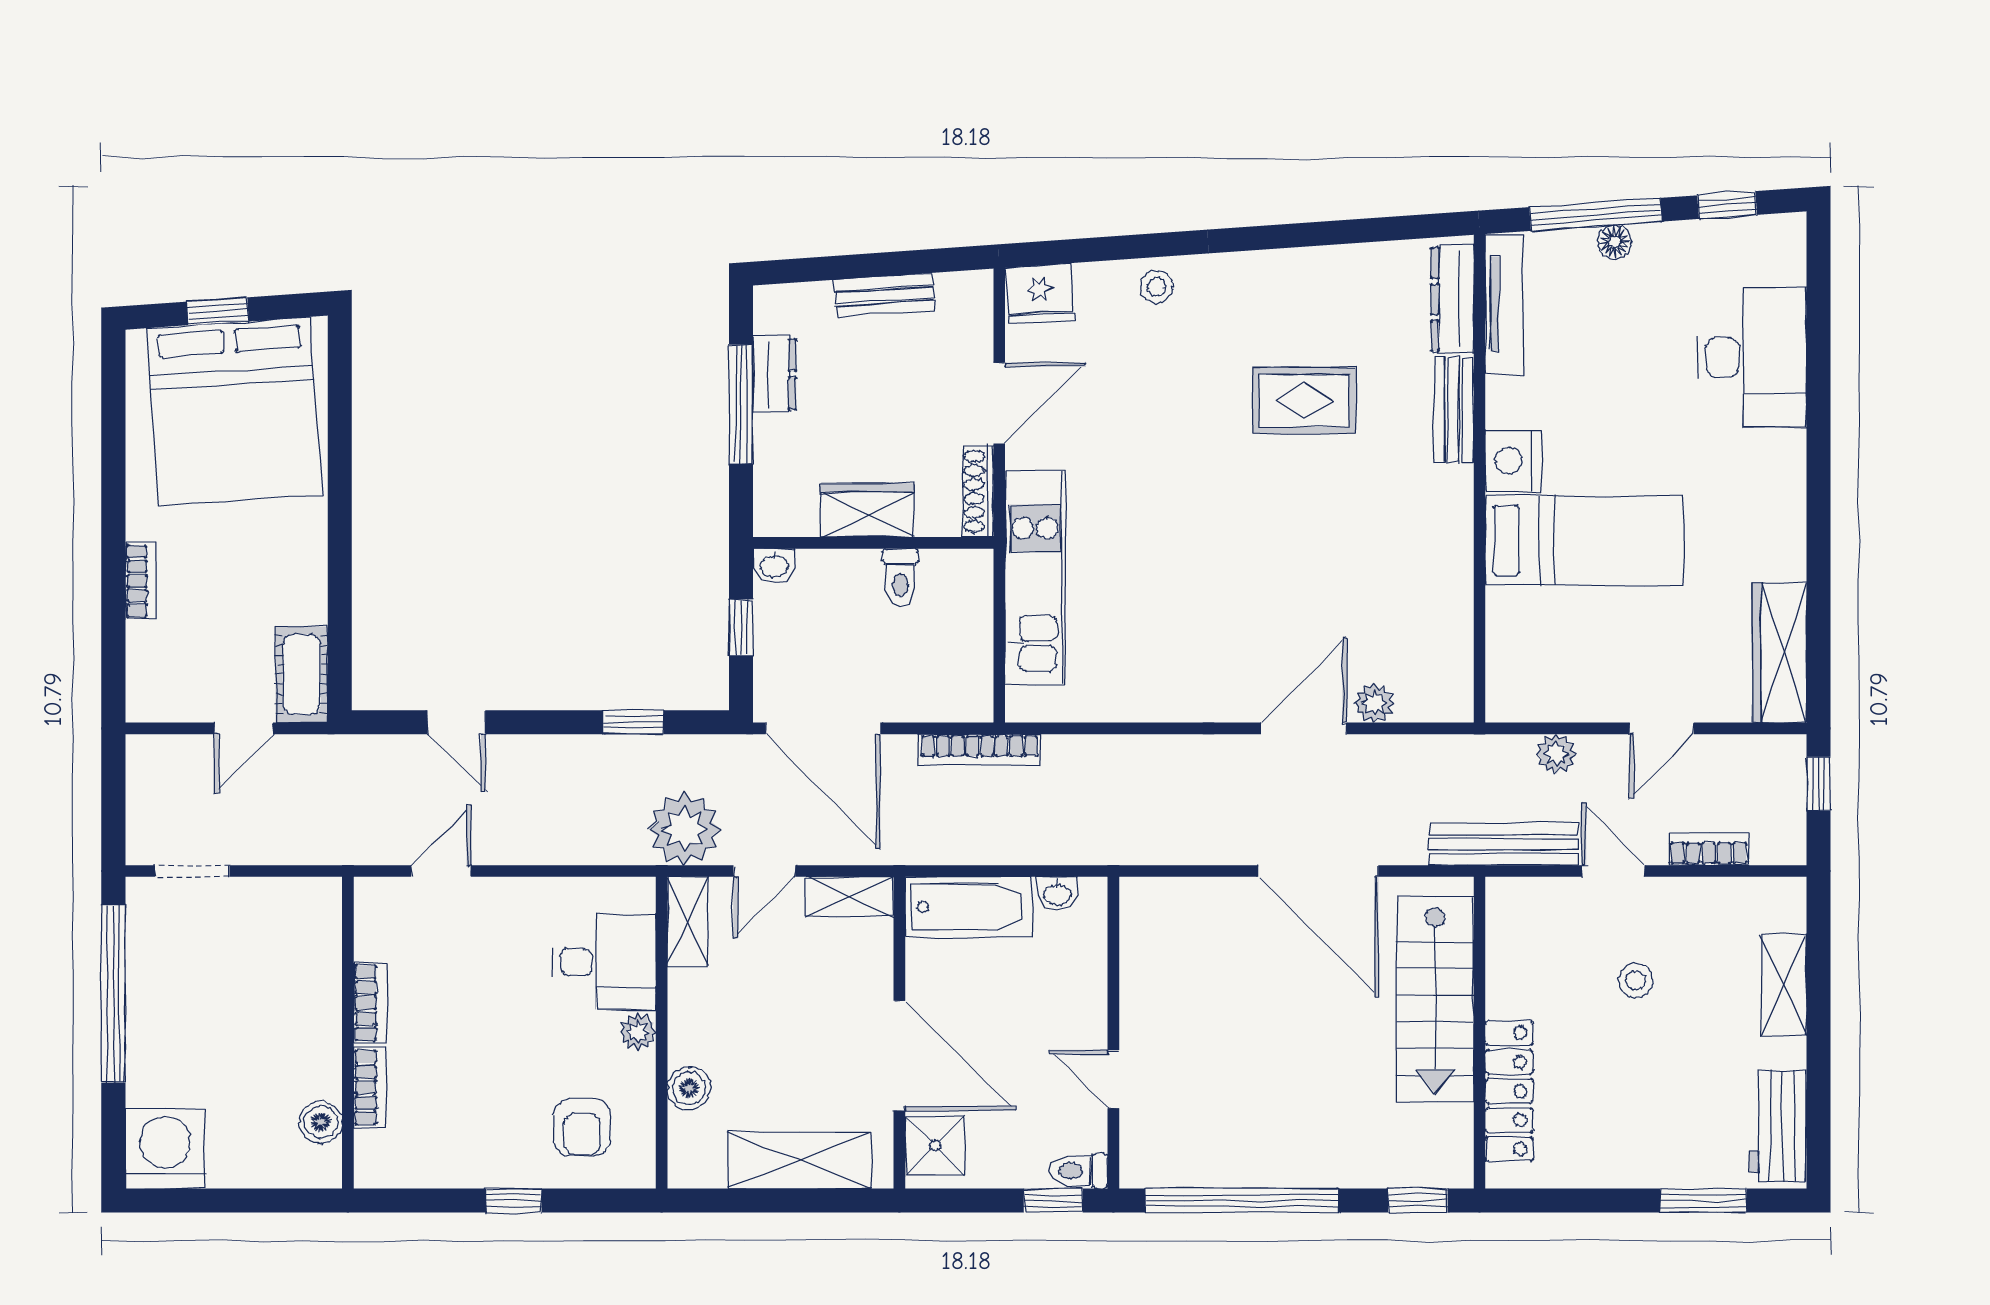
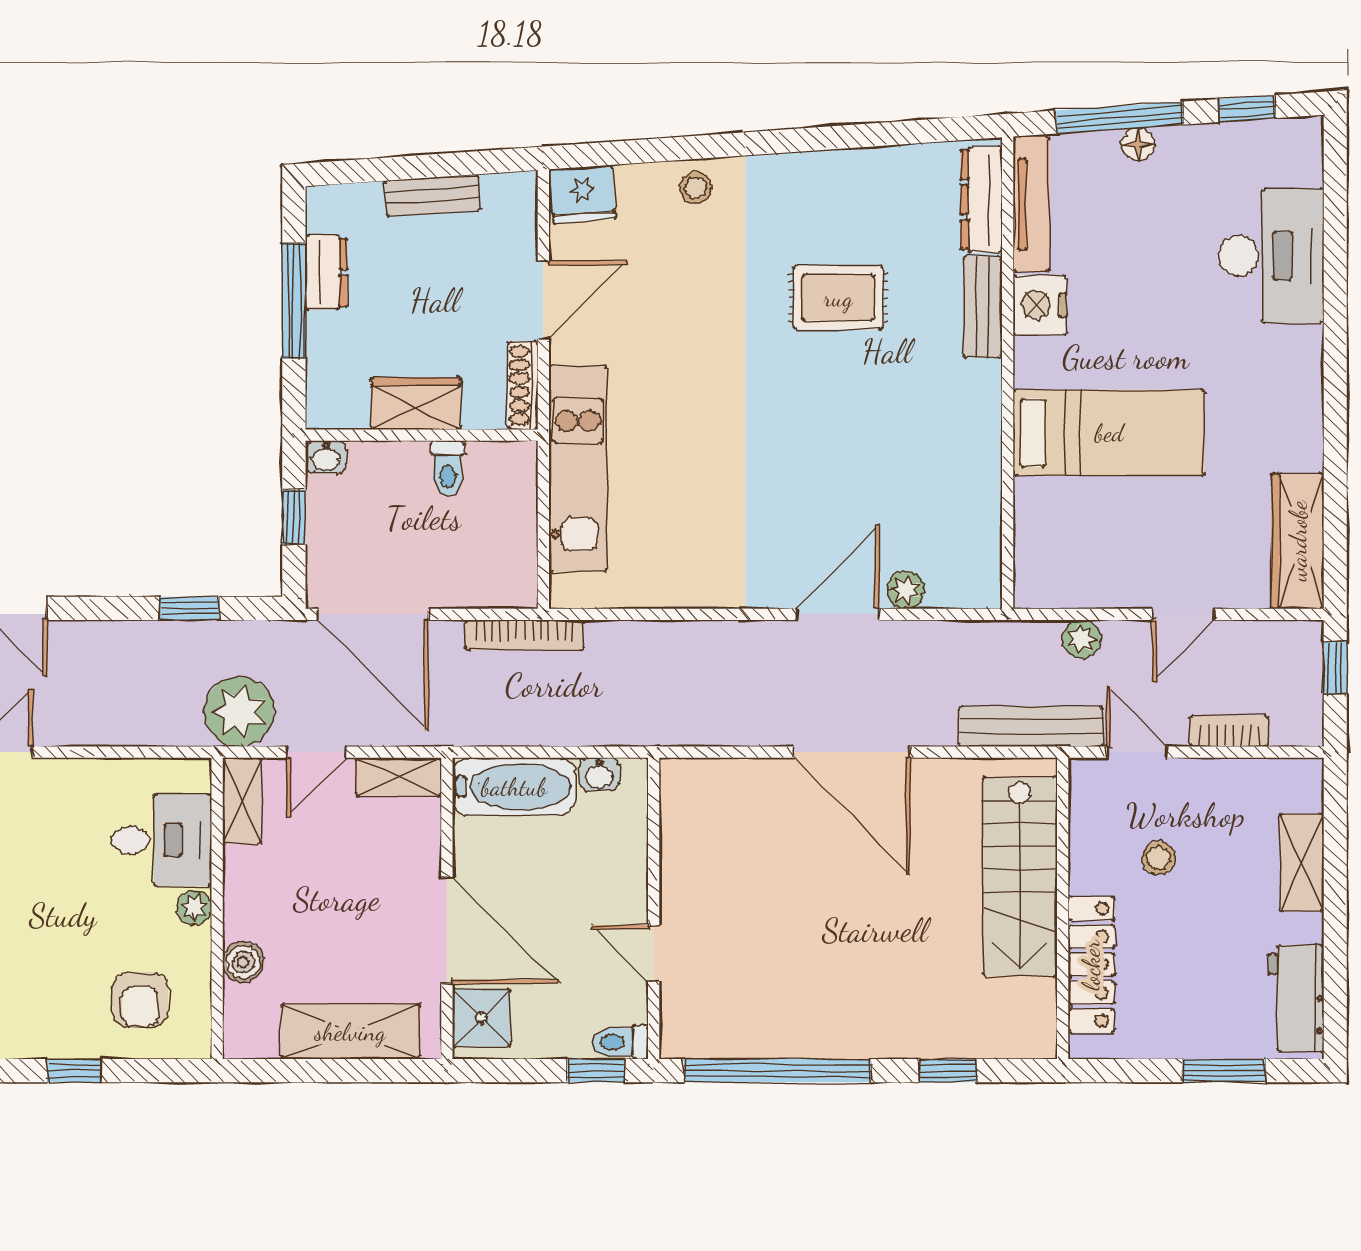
nightstand: (1513, 461) -> (1040, 305), moved
stairs: (1435, 999) -> (1020, 876), moved
wall: (1480, 1033) -> (1063, 908), moved
locker: (1509, 1091) -> (1091, 965), moved

